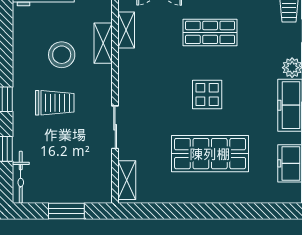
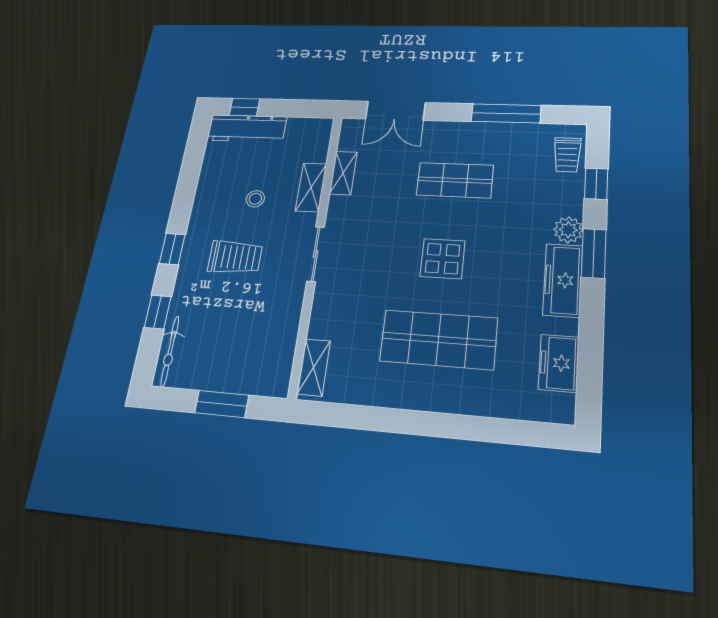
stool: (62, 55) -> (255, 199), width x0.53, depth x0.53
sliding door: (115, 127) -> (316, 254), moved

